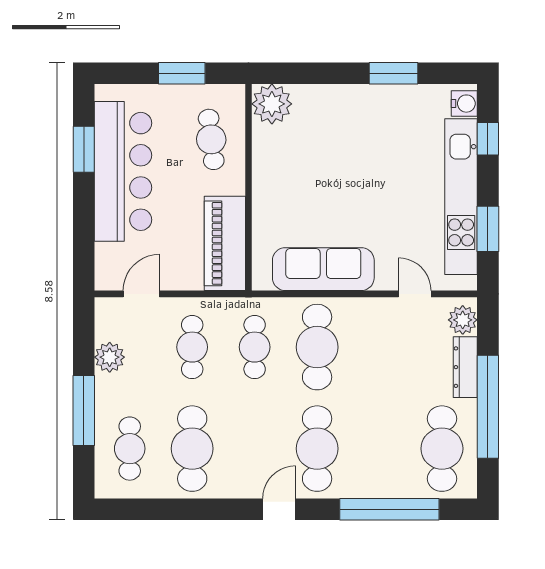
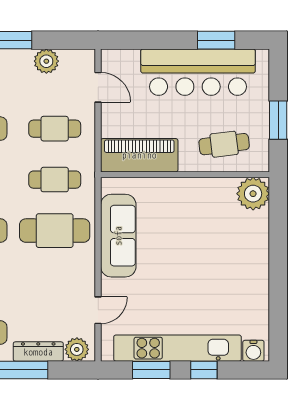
window: (394, 73) -> (278, 293), removed
window: (488, 139) -> (204, 370), moved

